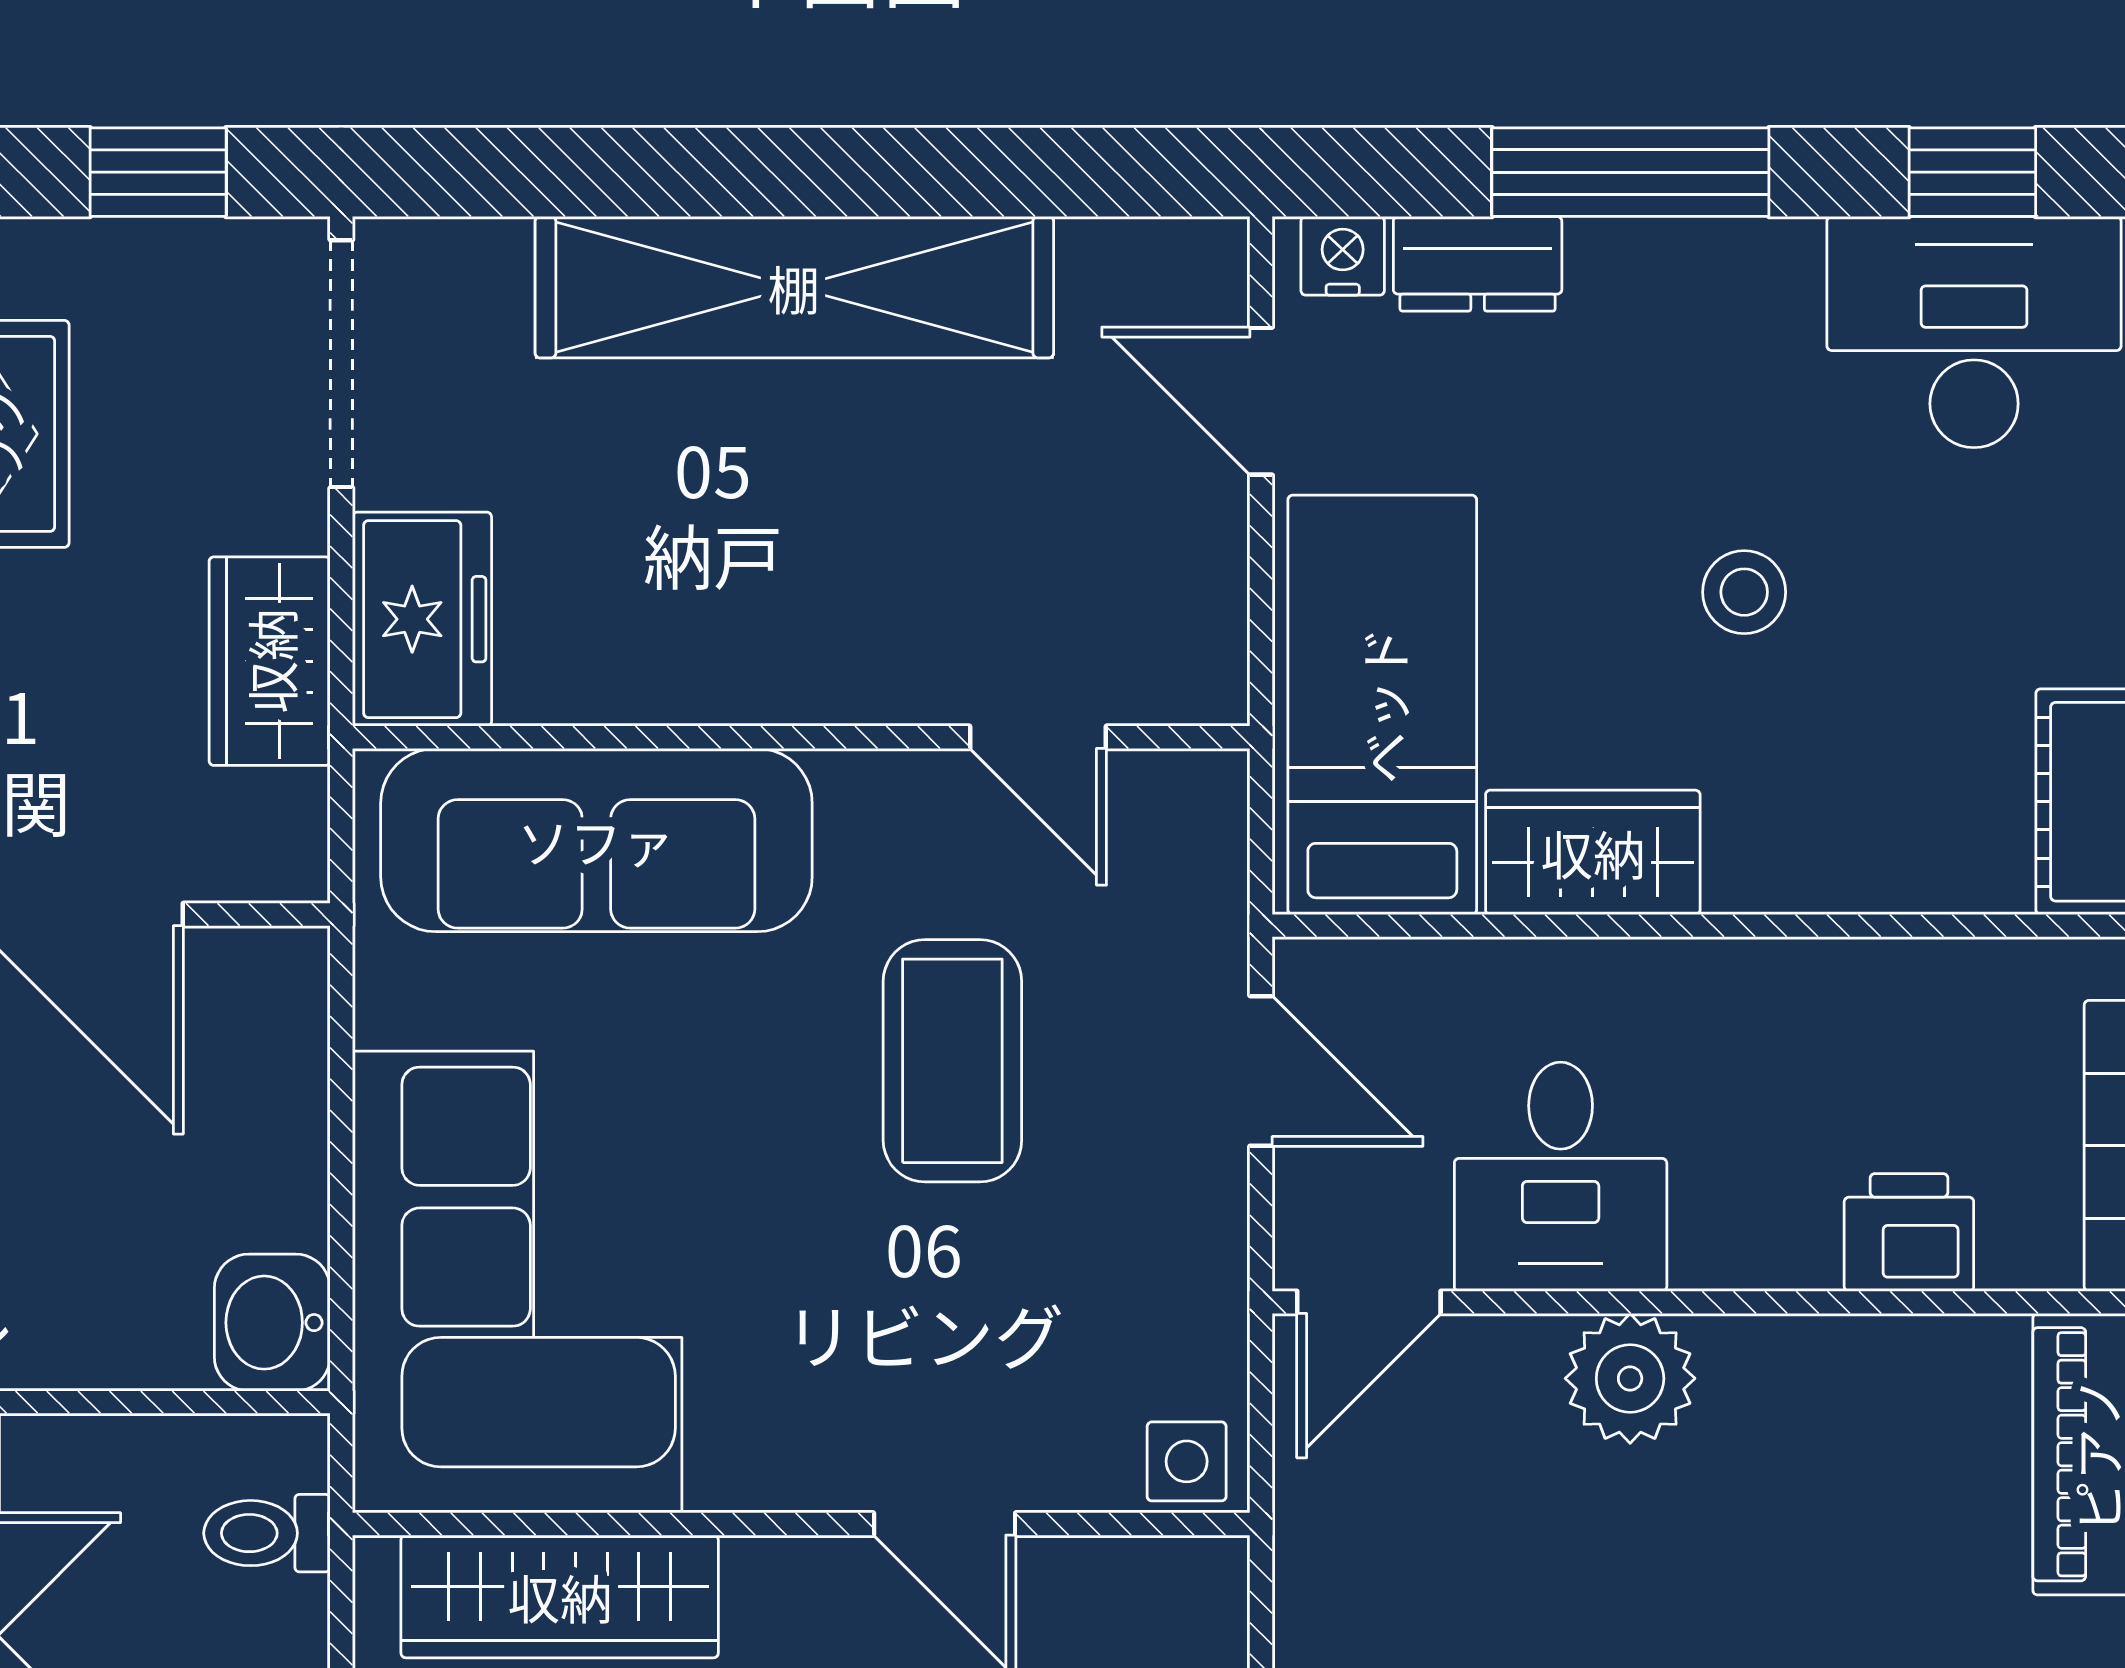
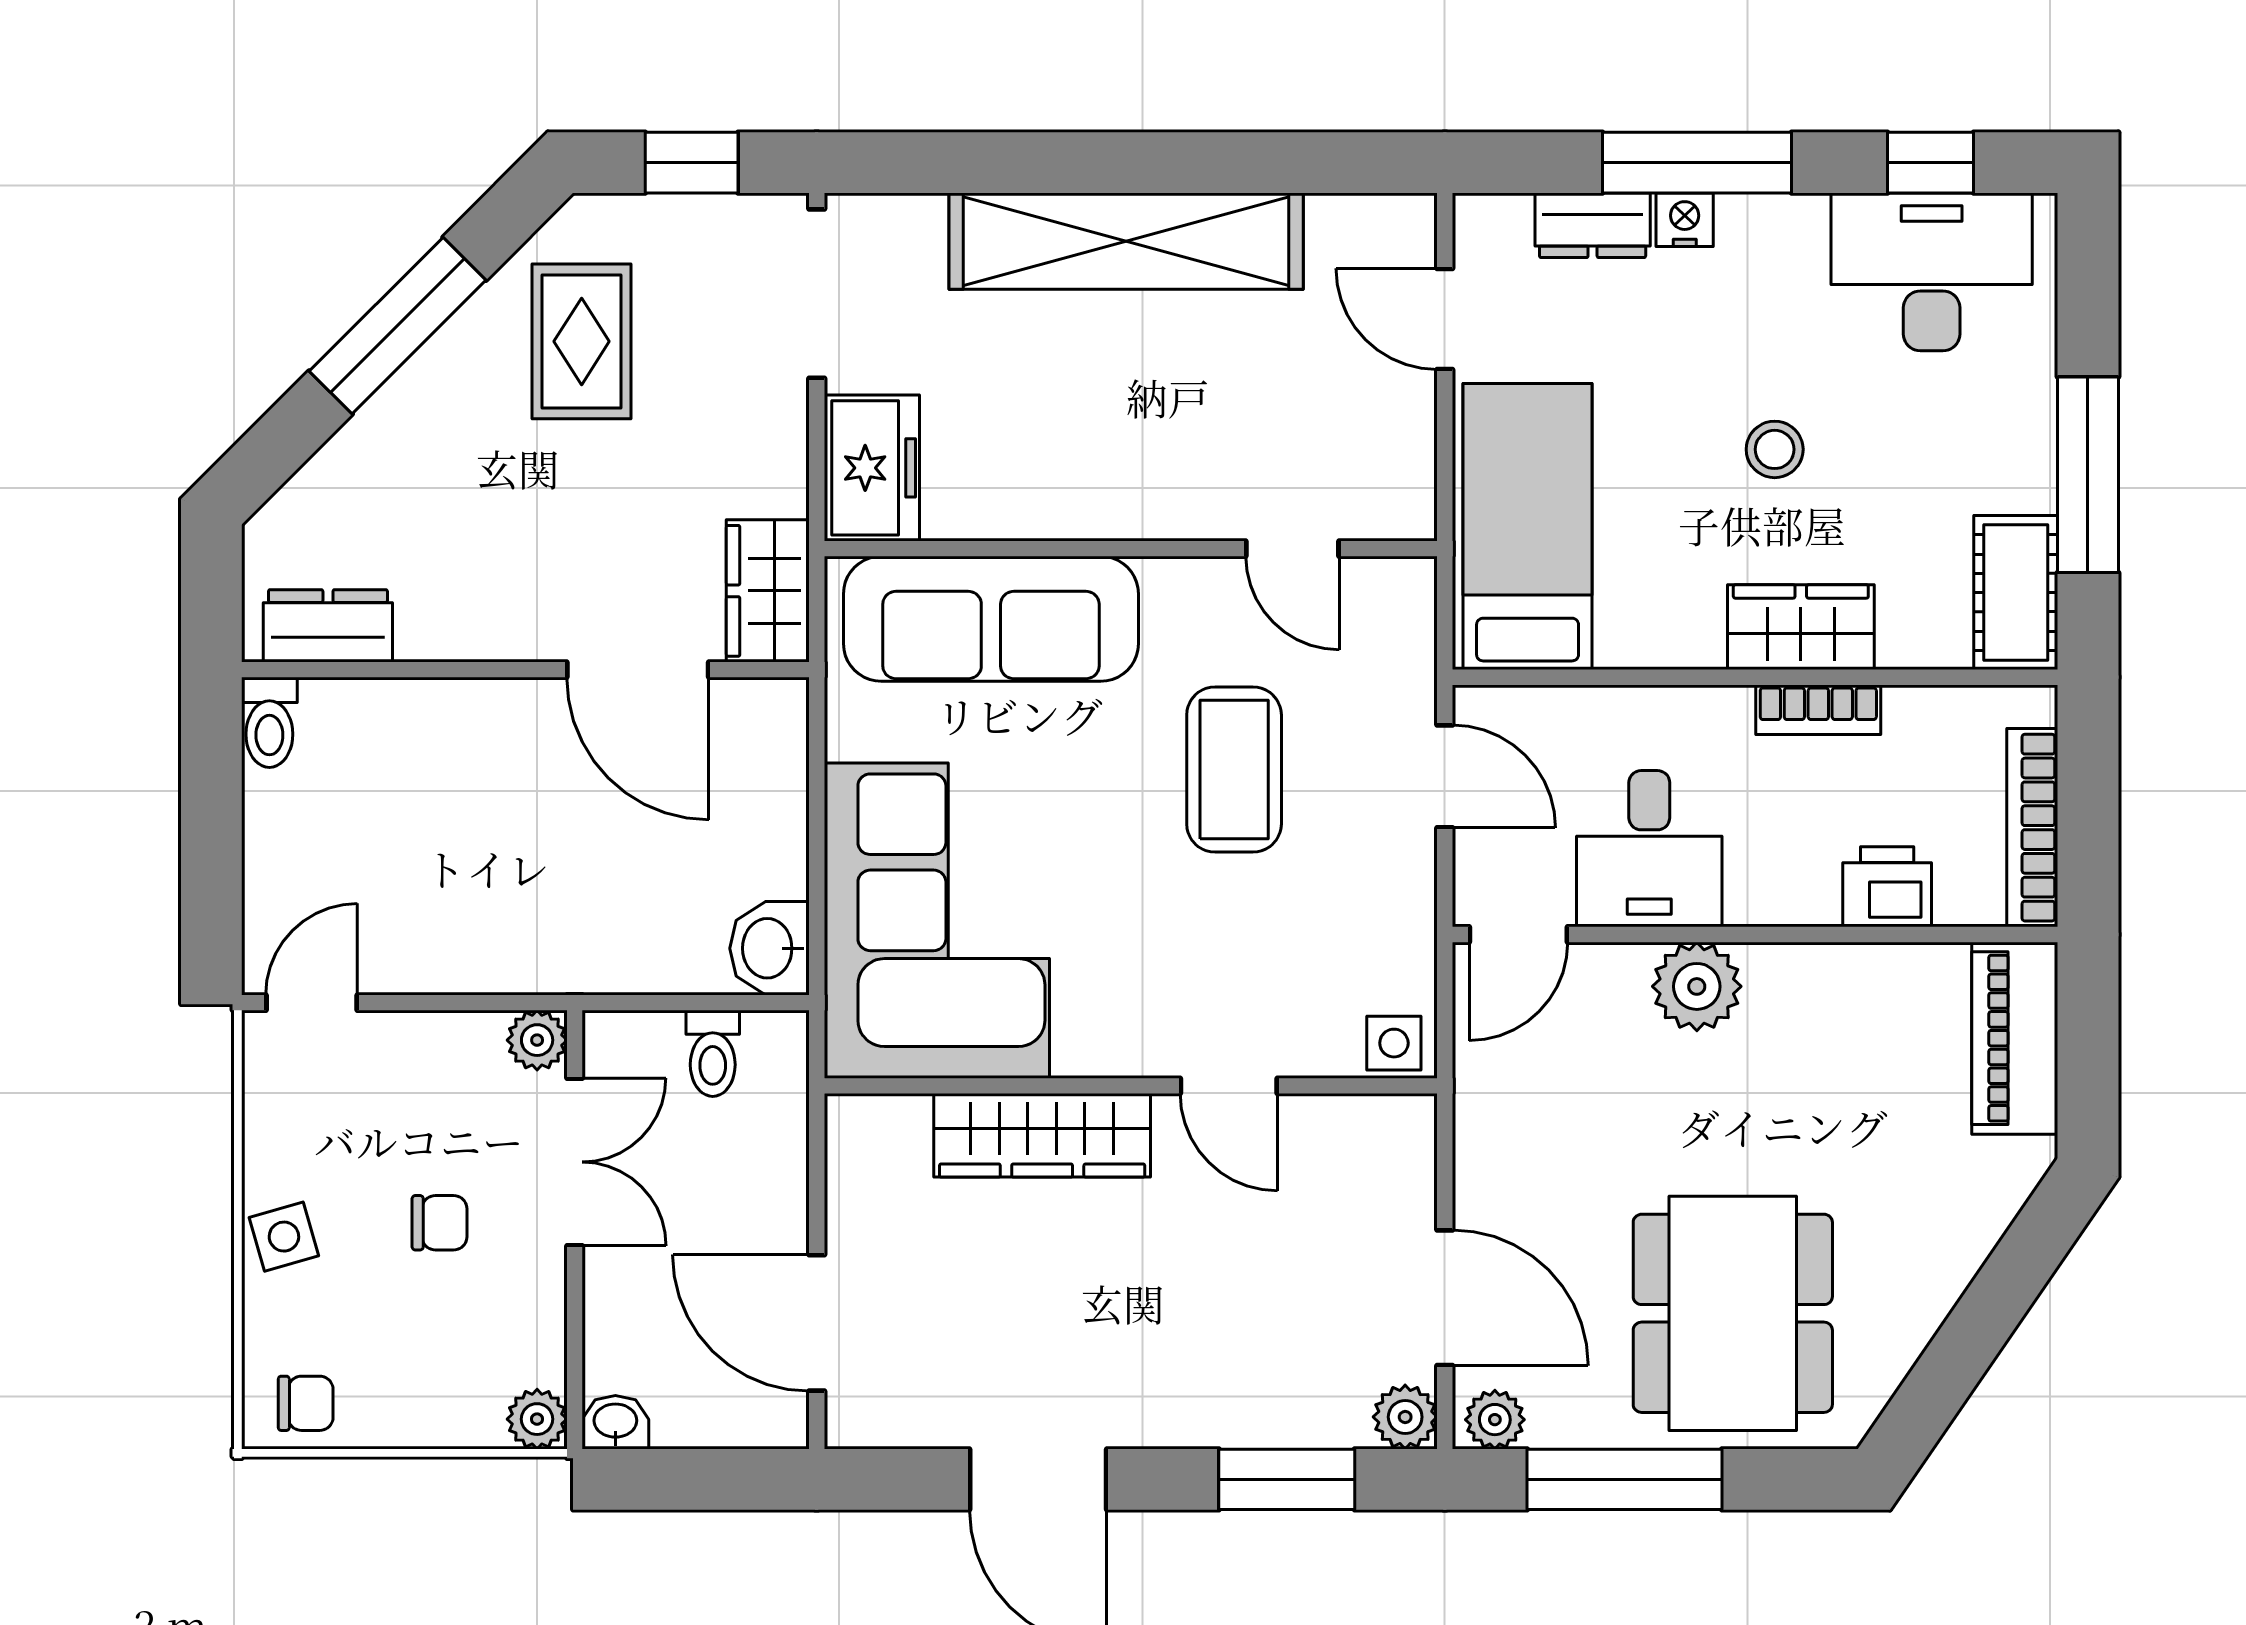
nightstand: (1343, 256) -> (1685, 220), moved
wardrobe: (270, 661) -> (768, 591), moved
wardrobe: (1593, 852) -> (1801, 627), moved
bookcase: (1808, 973) -> (1818, 710), added
toilet: (267, 1533) -> (713, 1053), moved, turned -90
wardrobe: (560, 1596) -> (1042, 1135), moved

